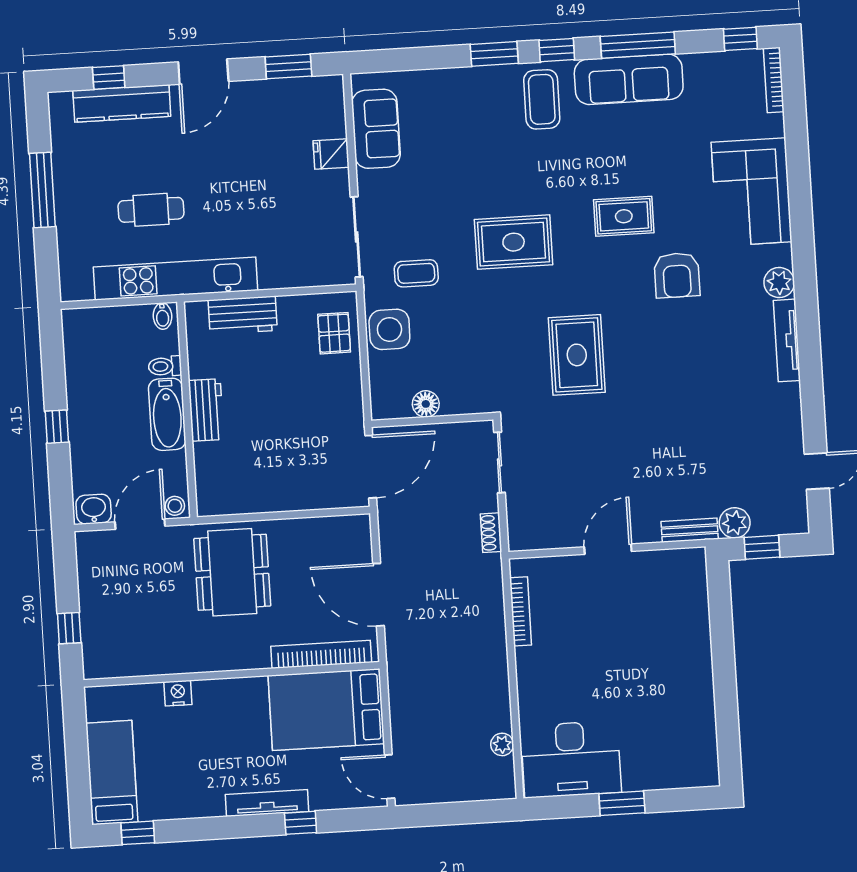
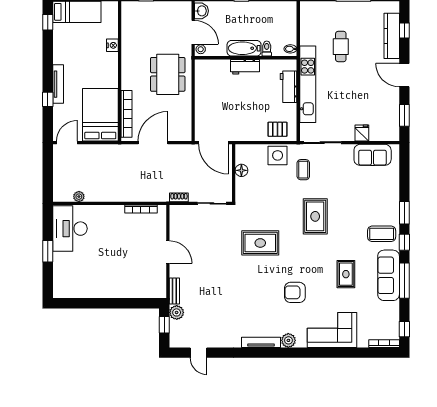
rug: (624, 216) -> (346, 274), moved
kitchen unit: (176, 279) -> (308, 84), moved
dining table: (232, 572) -> (168, 74), turned 90

